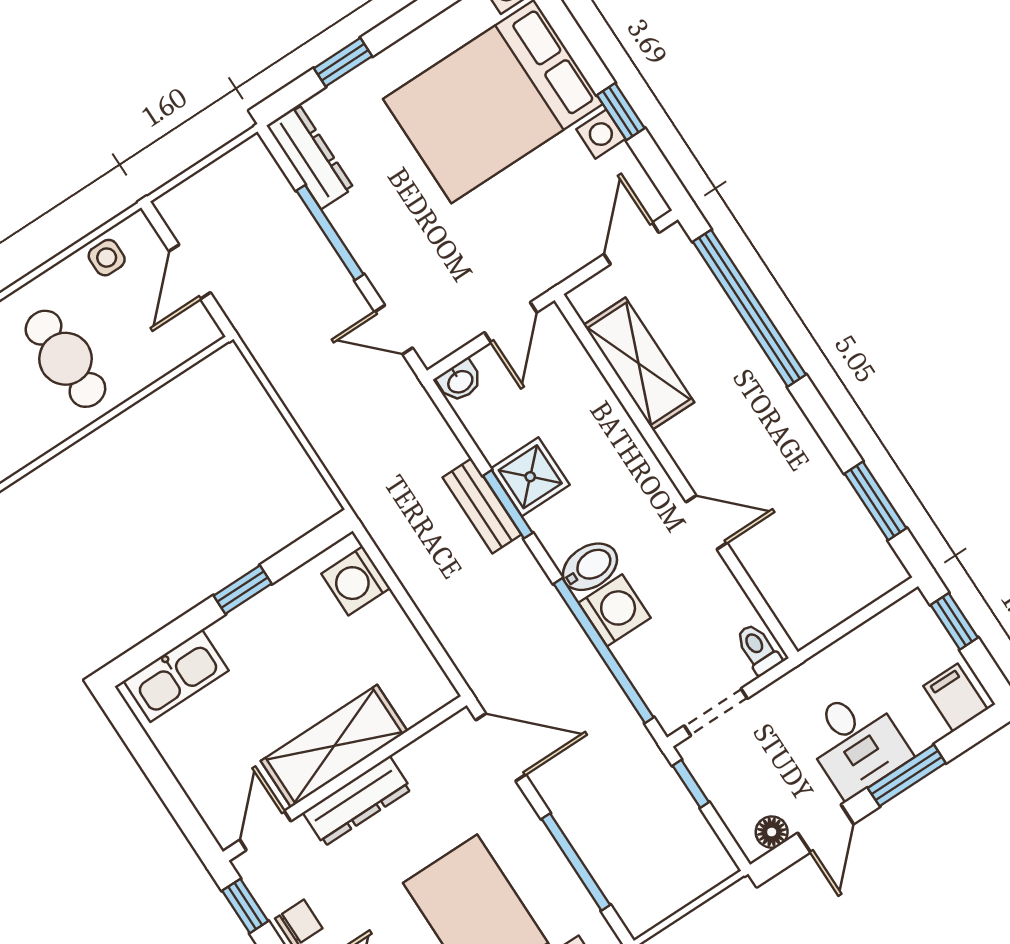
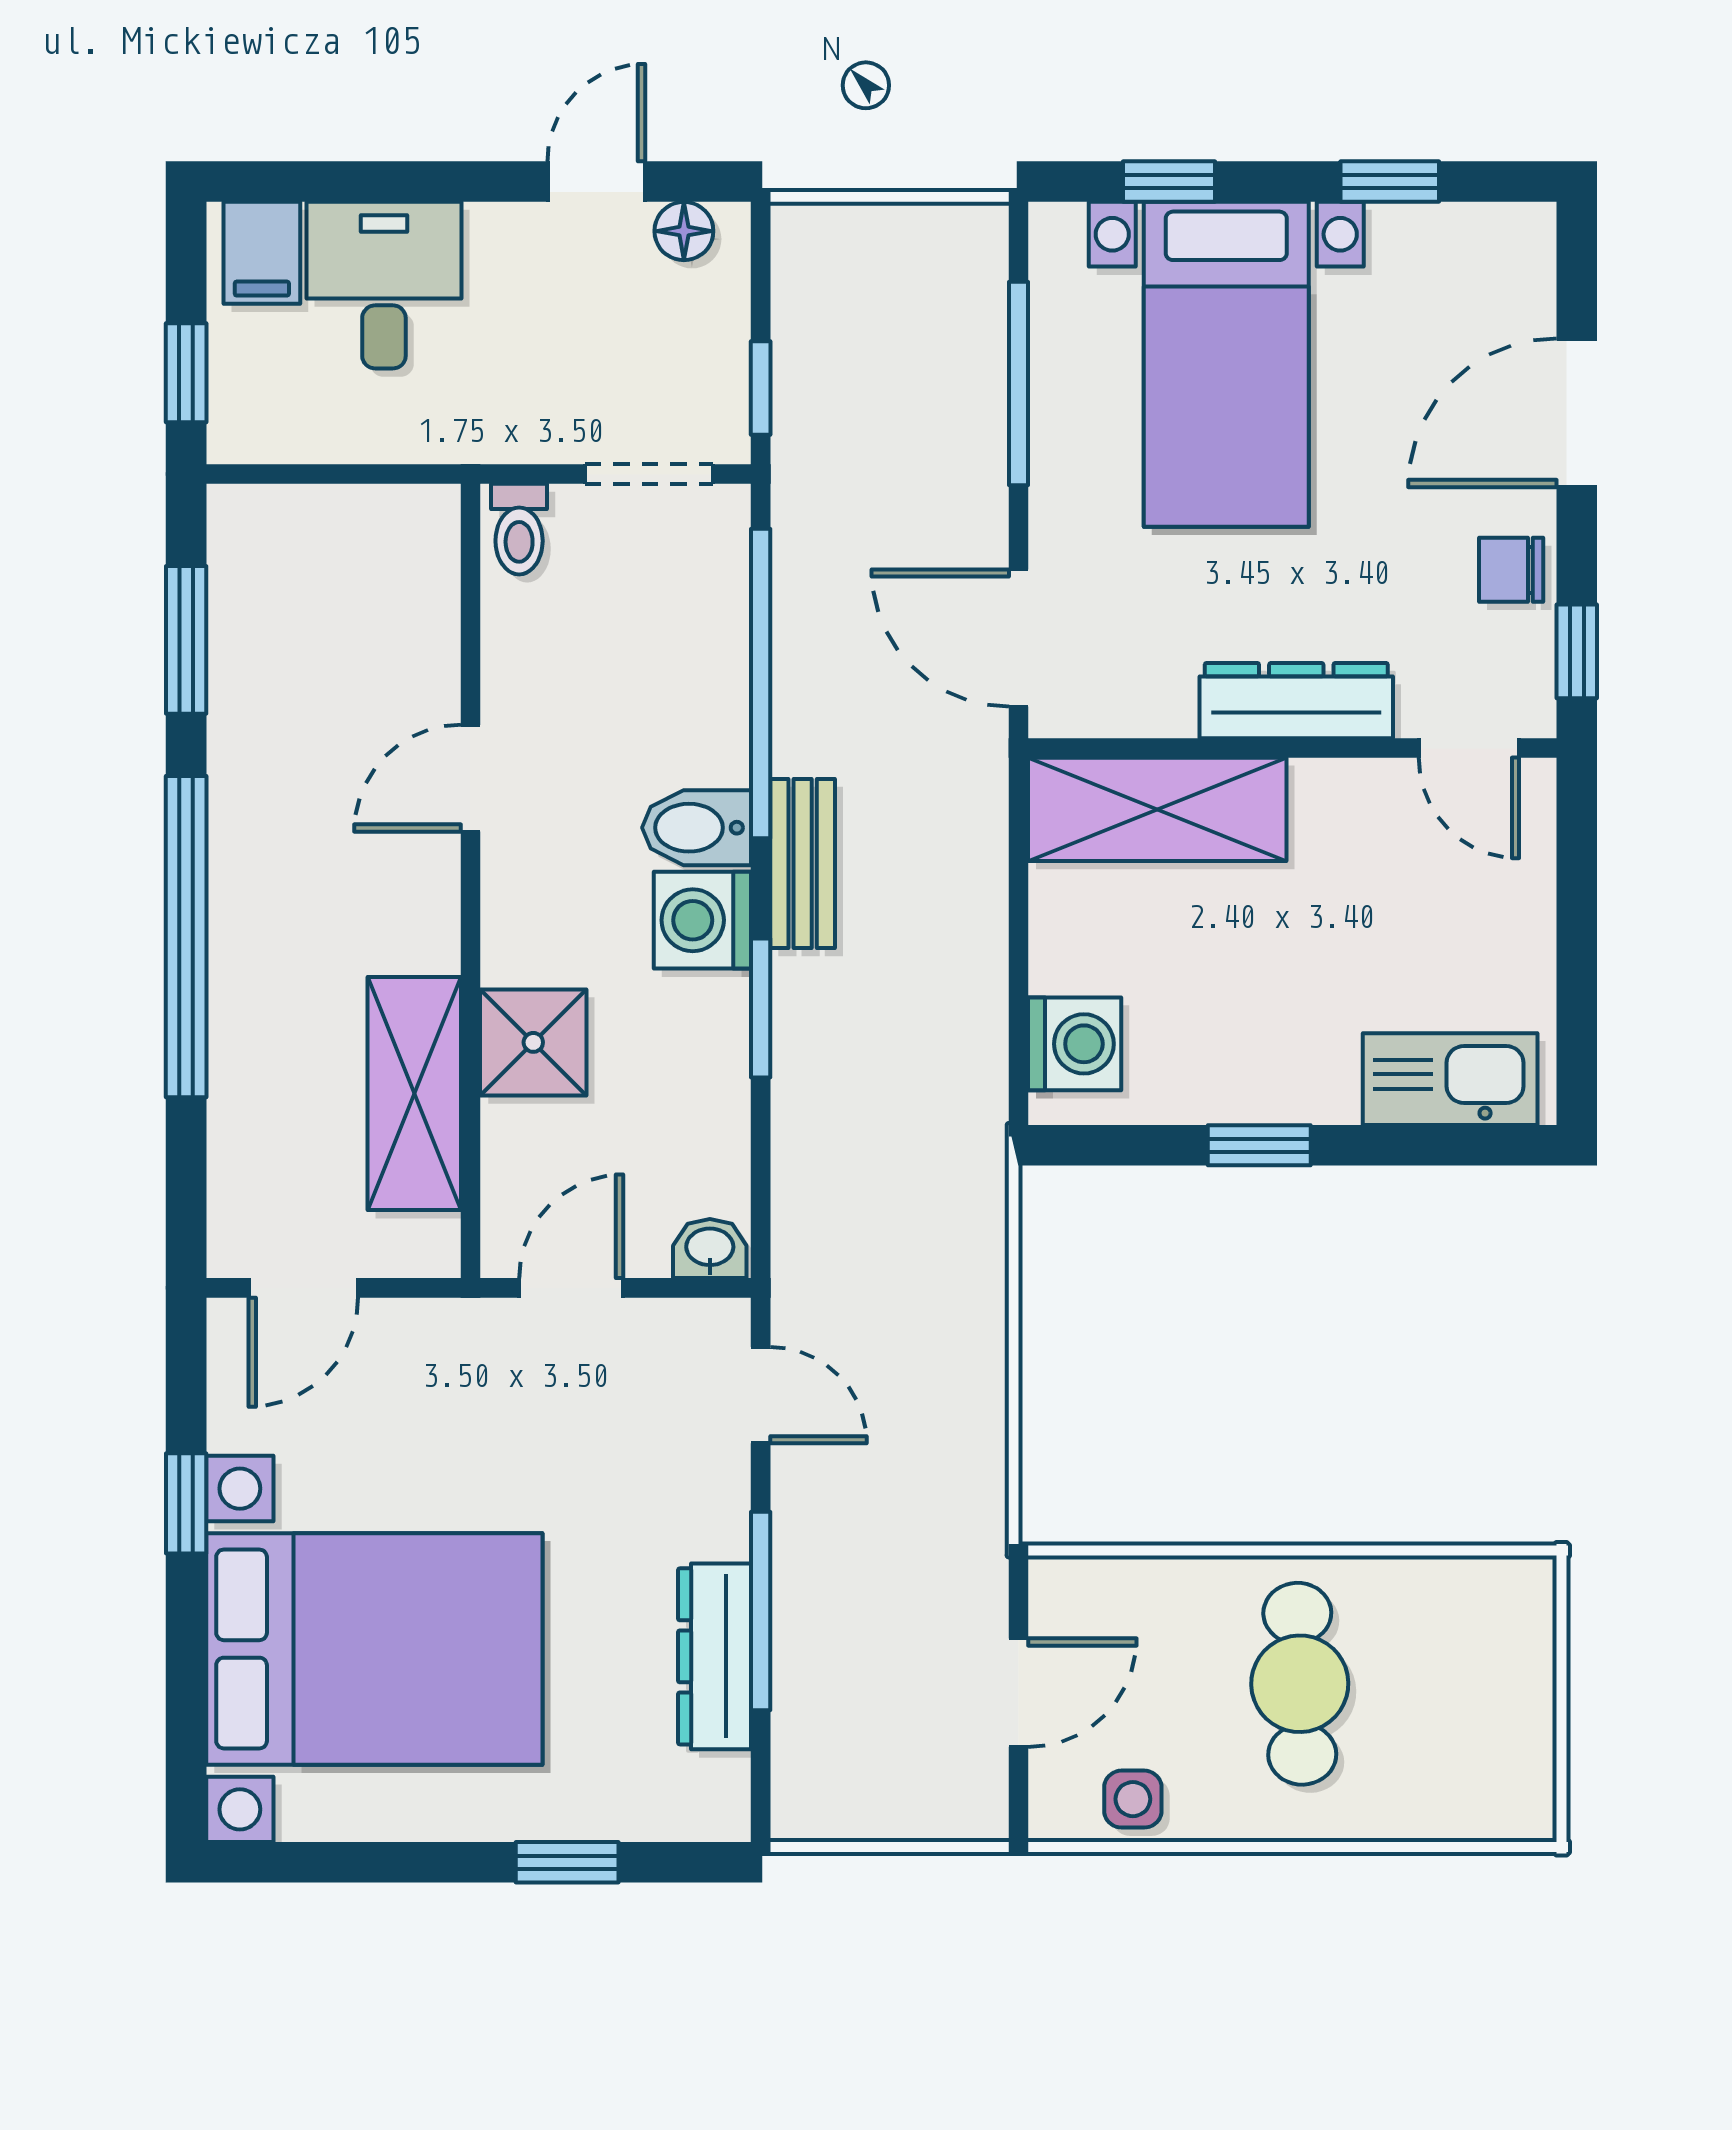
dresser: (310, 157) -> (715, 1656), moved
window: (749, 308) -> (186, 937), moved
shower: (530, 477) -> (533, 1042), moved
bench: (482, 506) -> (803, 864), moved
door: (706, 522) -> (471, 778), hinge flipped
washing machine: (615, 610) -> (702, 920), moved
desk: (856, 742) -> (384, 285), moved
shelving: (334, 746) -> (1157, 809), moved
window: (907, 775) -> (417, 182), removed
door: (265, 831) -> (1469, 748), hinge flipped

